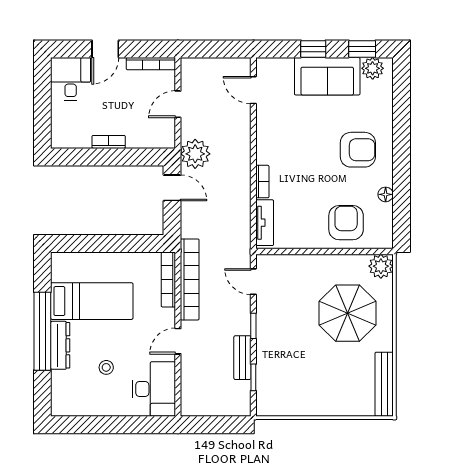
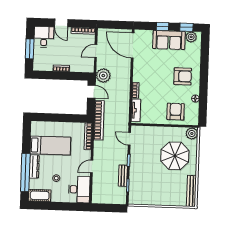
door: (105, 49) -> (61, 23), hinge flipped
door: (253, 90) -> (133, 45), width x1.87
window: (42, 104) -> (30, 49), added
bookcase: (190, 279) -> (99, 120), moved
window: (42, 331) -> (25, 173), moved
cot: (73, 404) -> (40, 195), added

